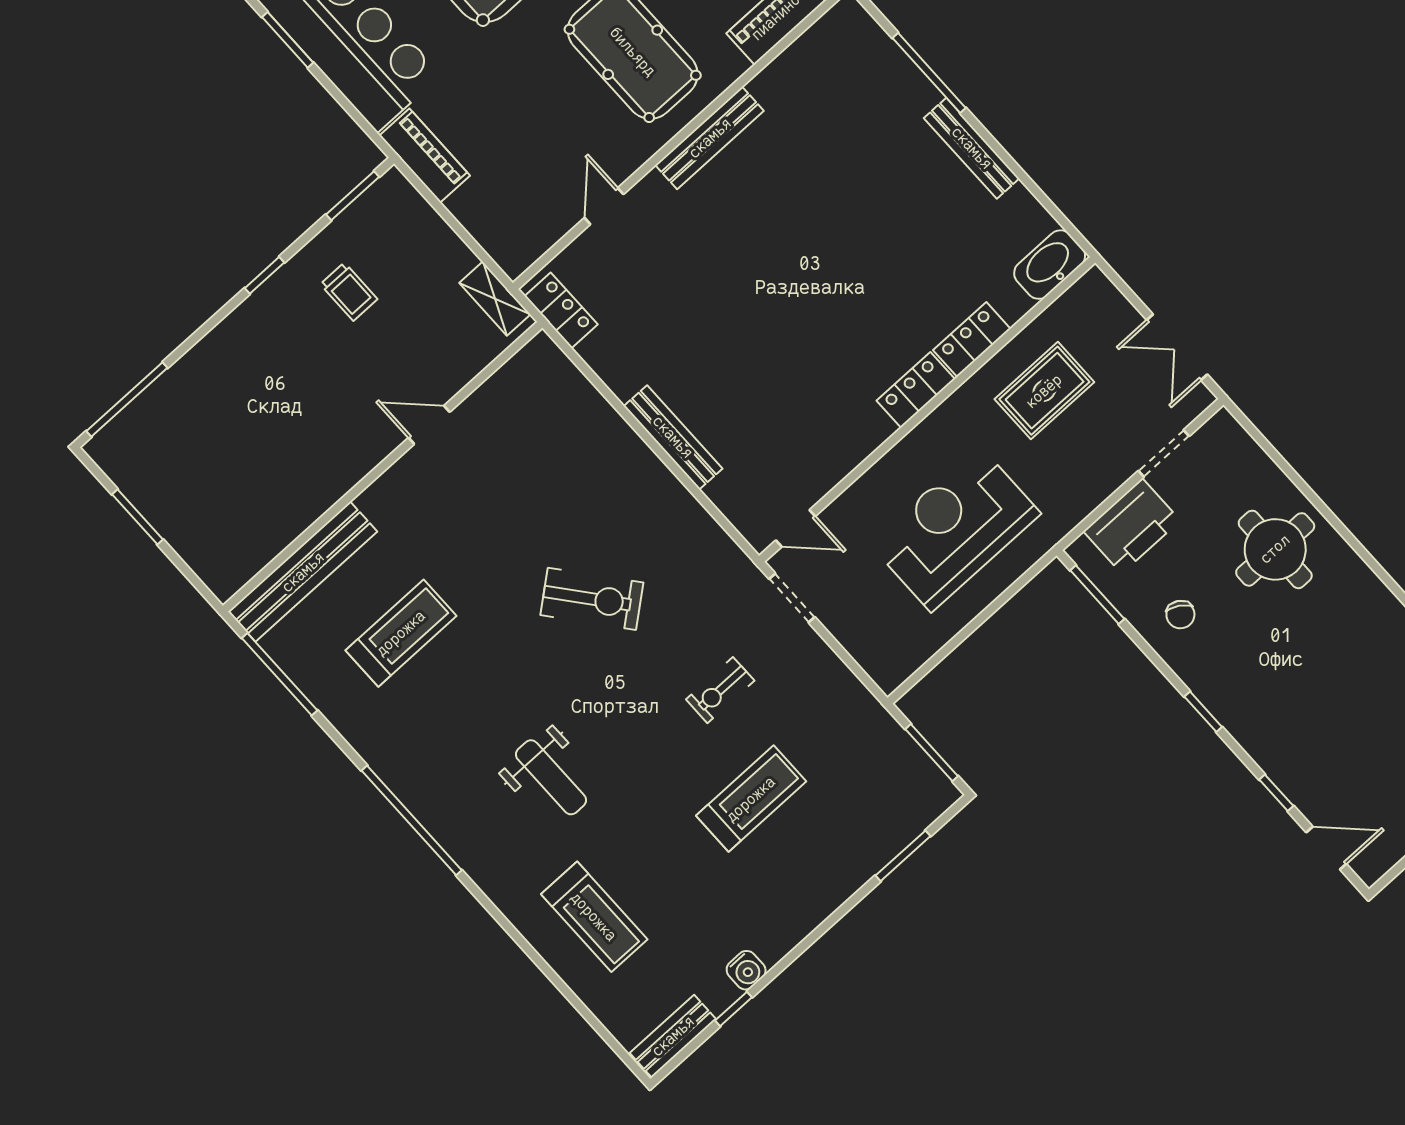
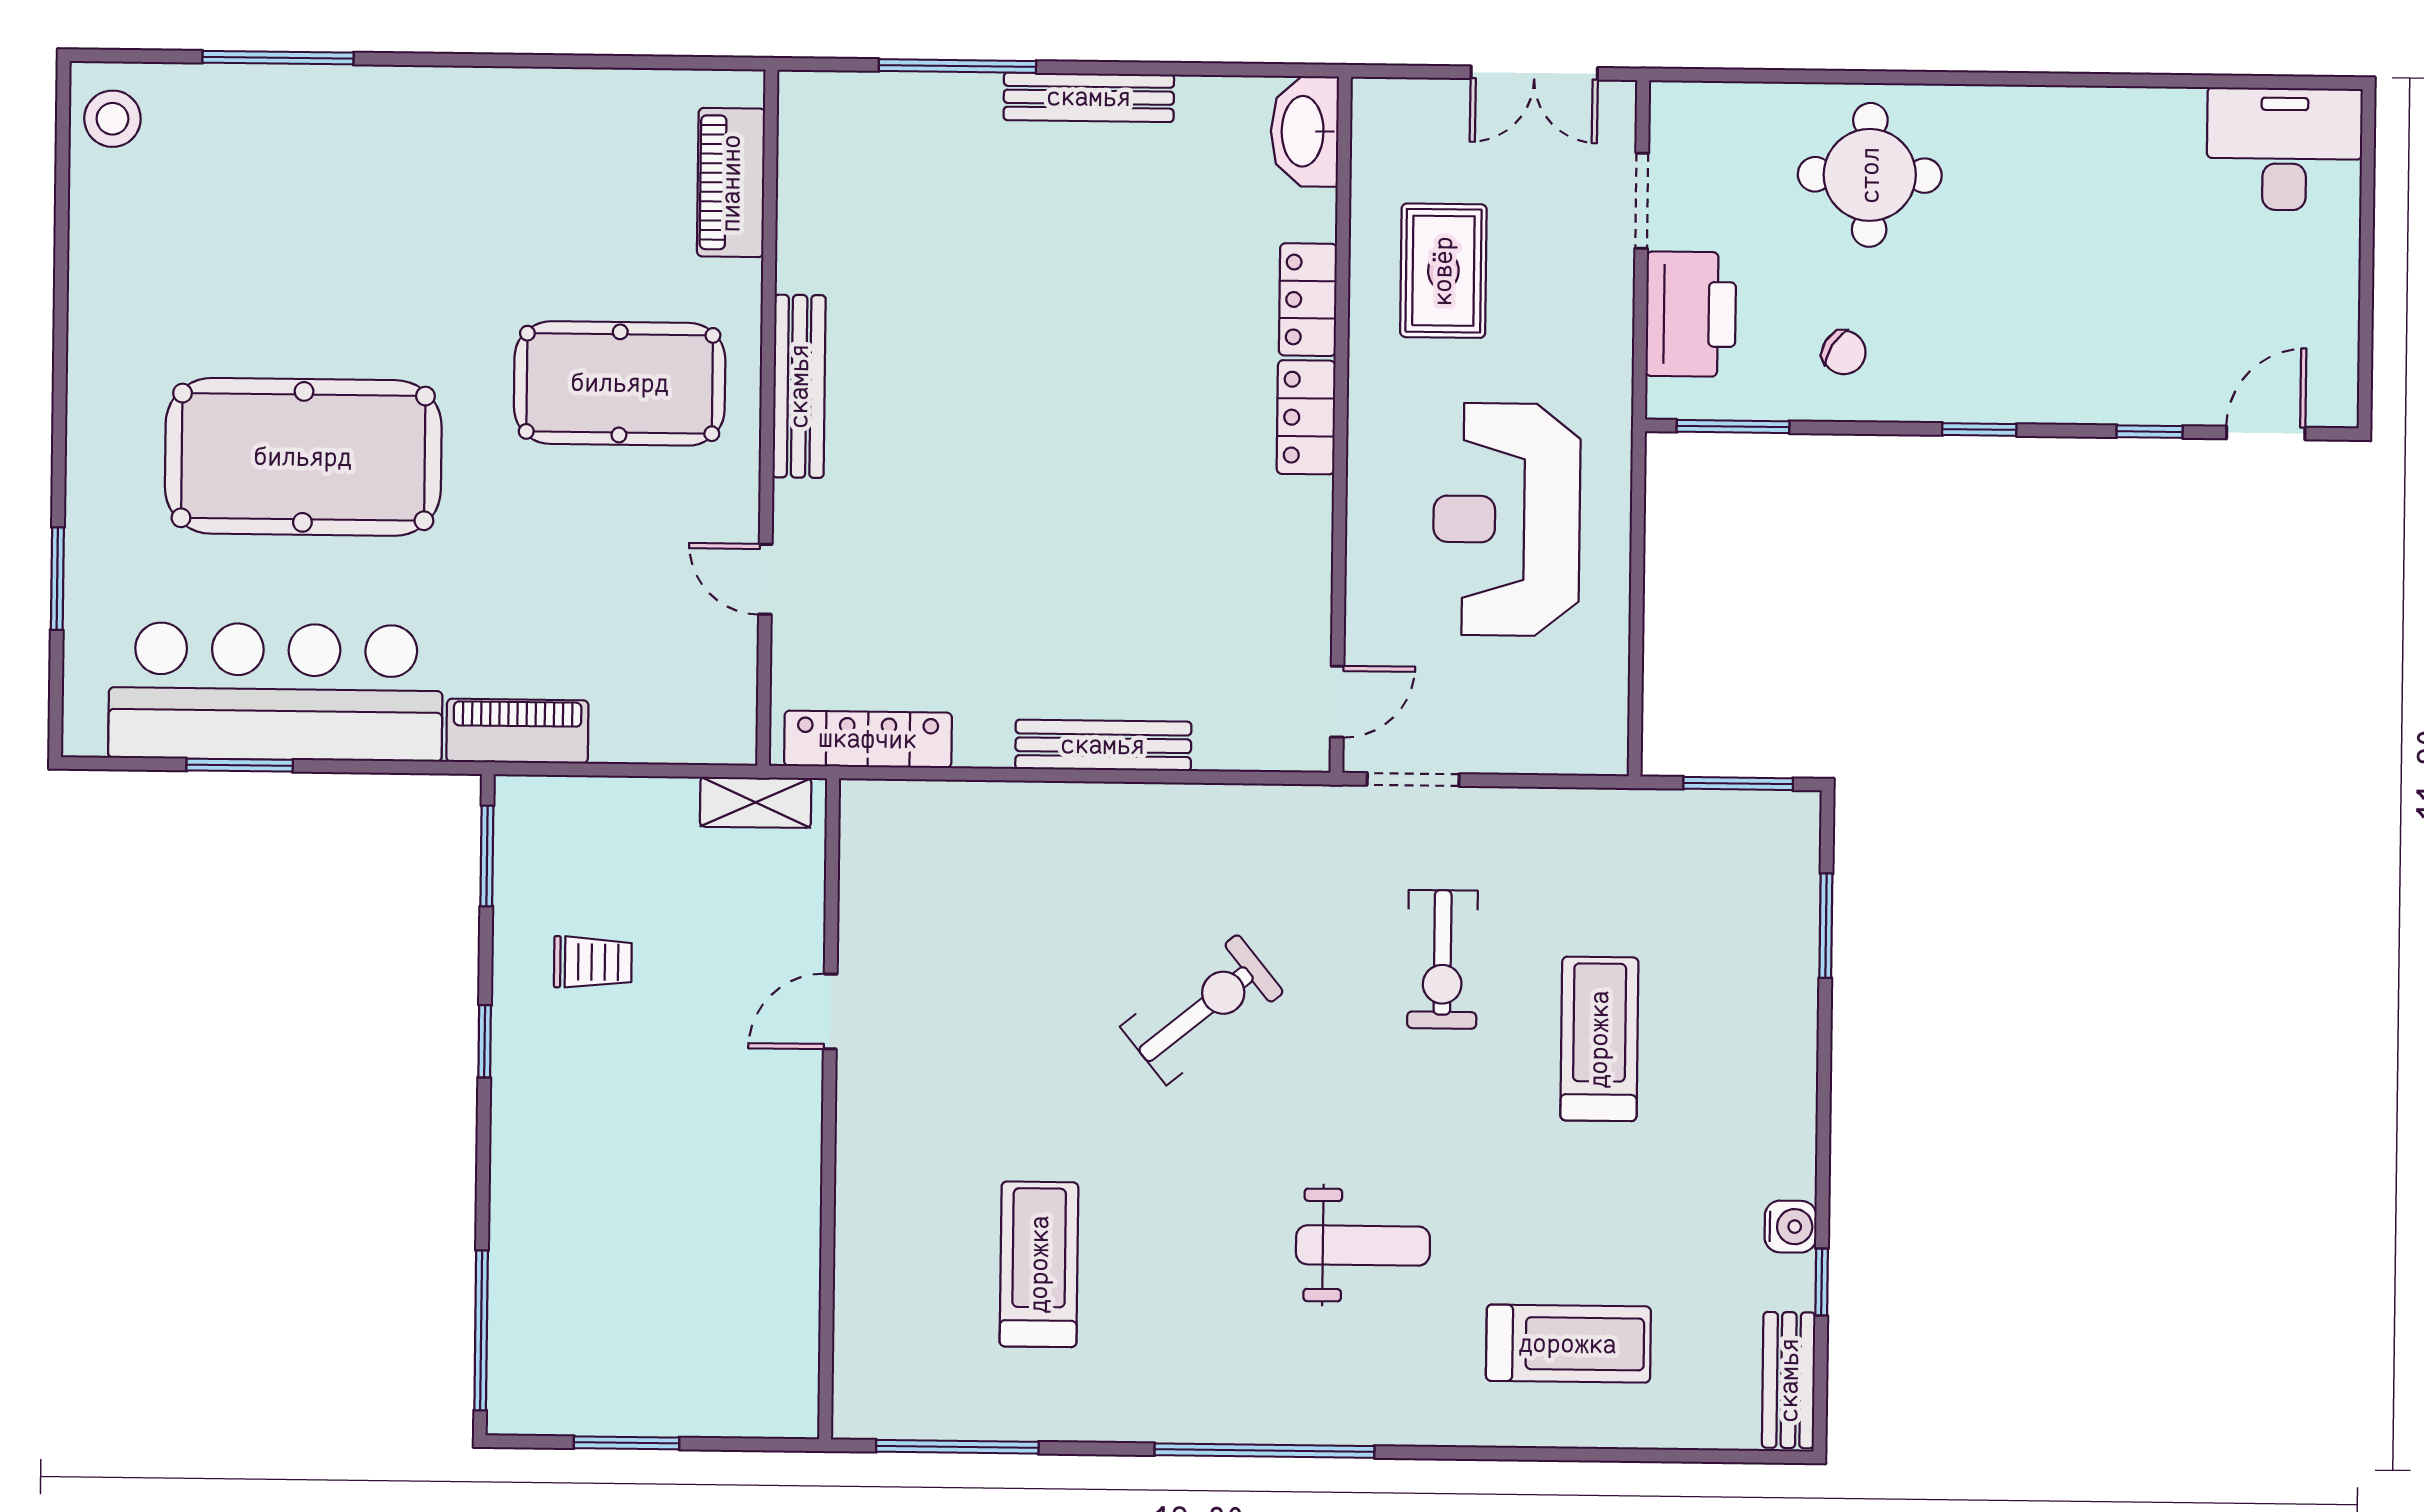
locker: (561, 310) -> (868, 739), width x1.53
bench: (303, 572) -> (864, 1312), removed
exercise bike: (720, 690) -> (1442, 959), width x1.38, depth x1.39

